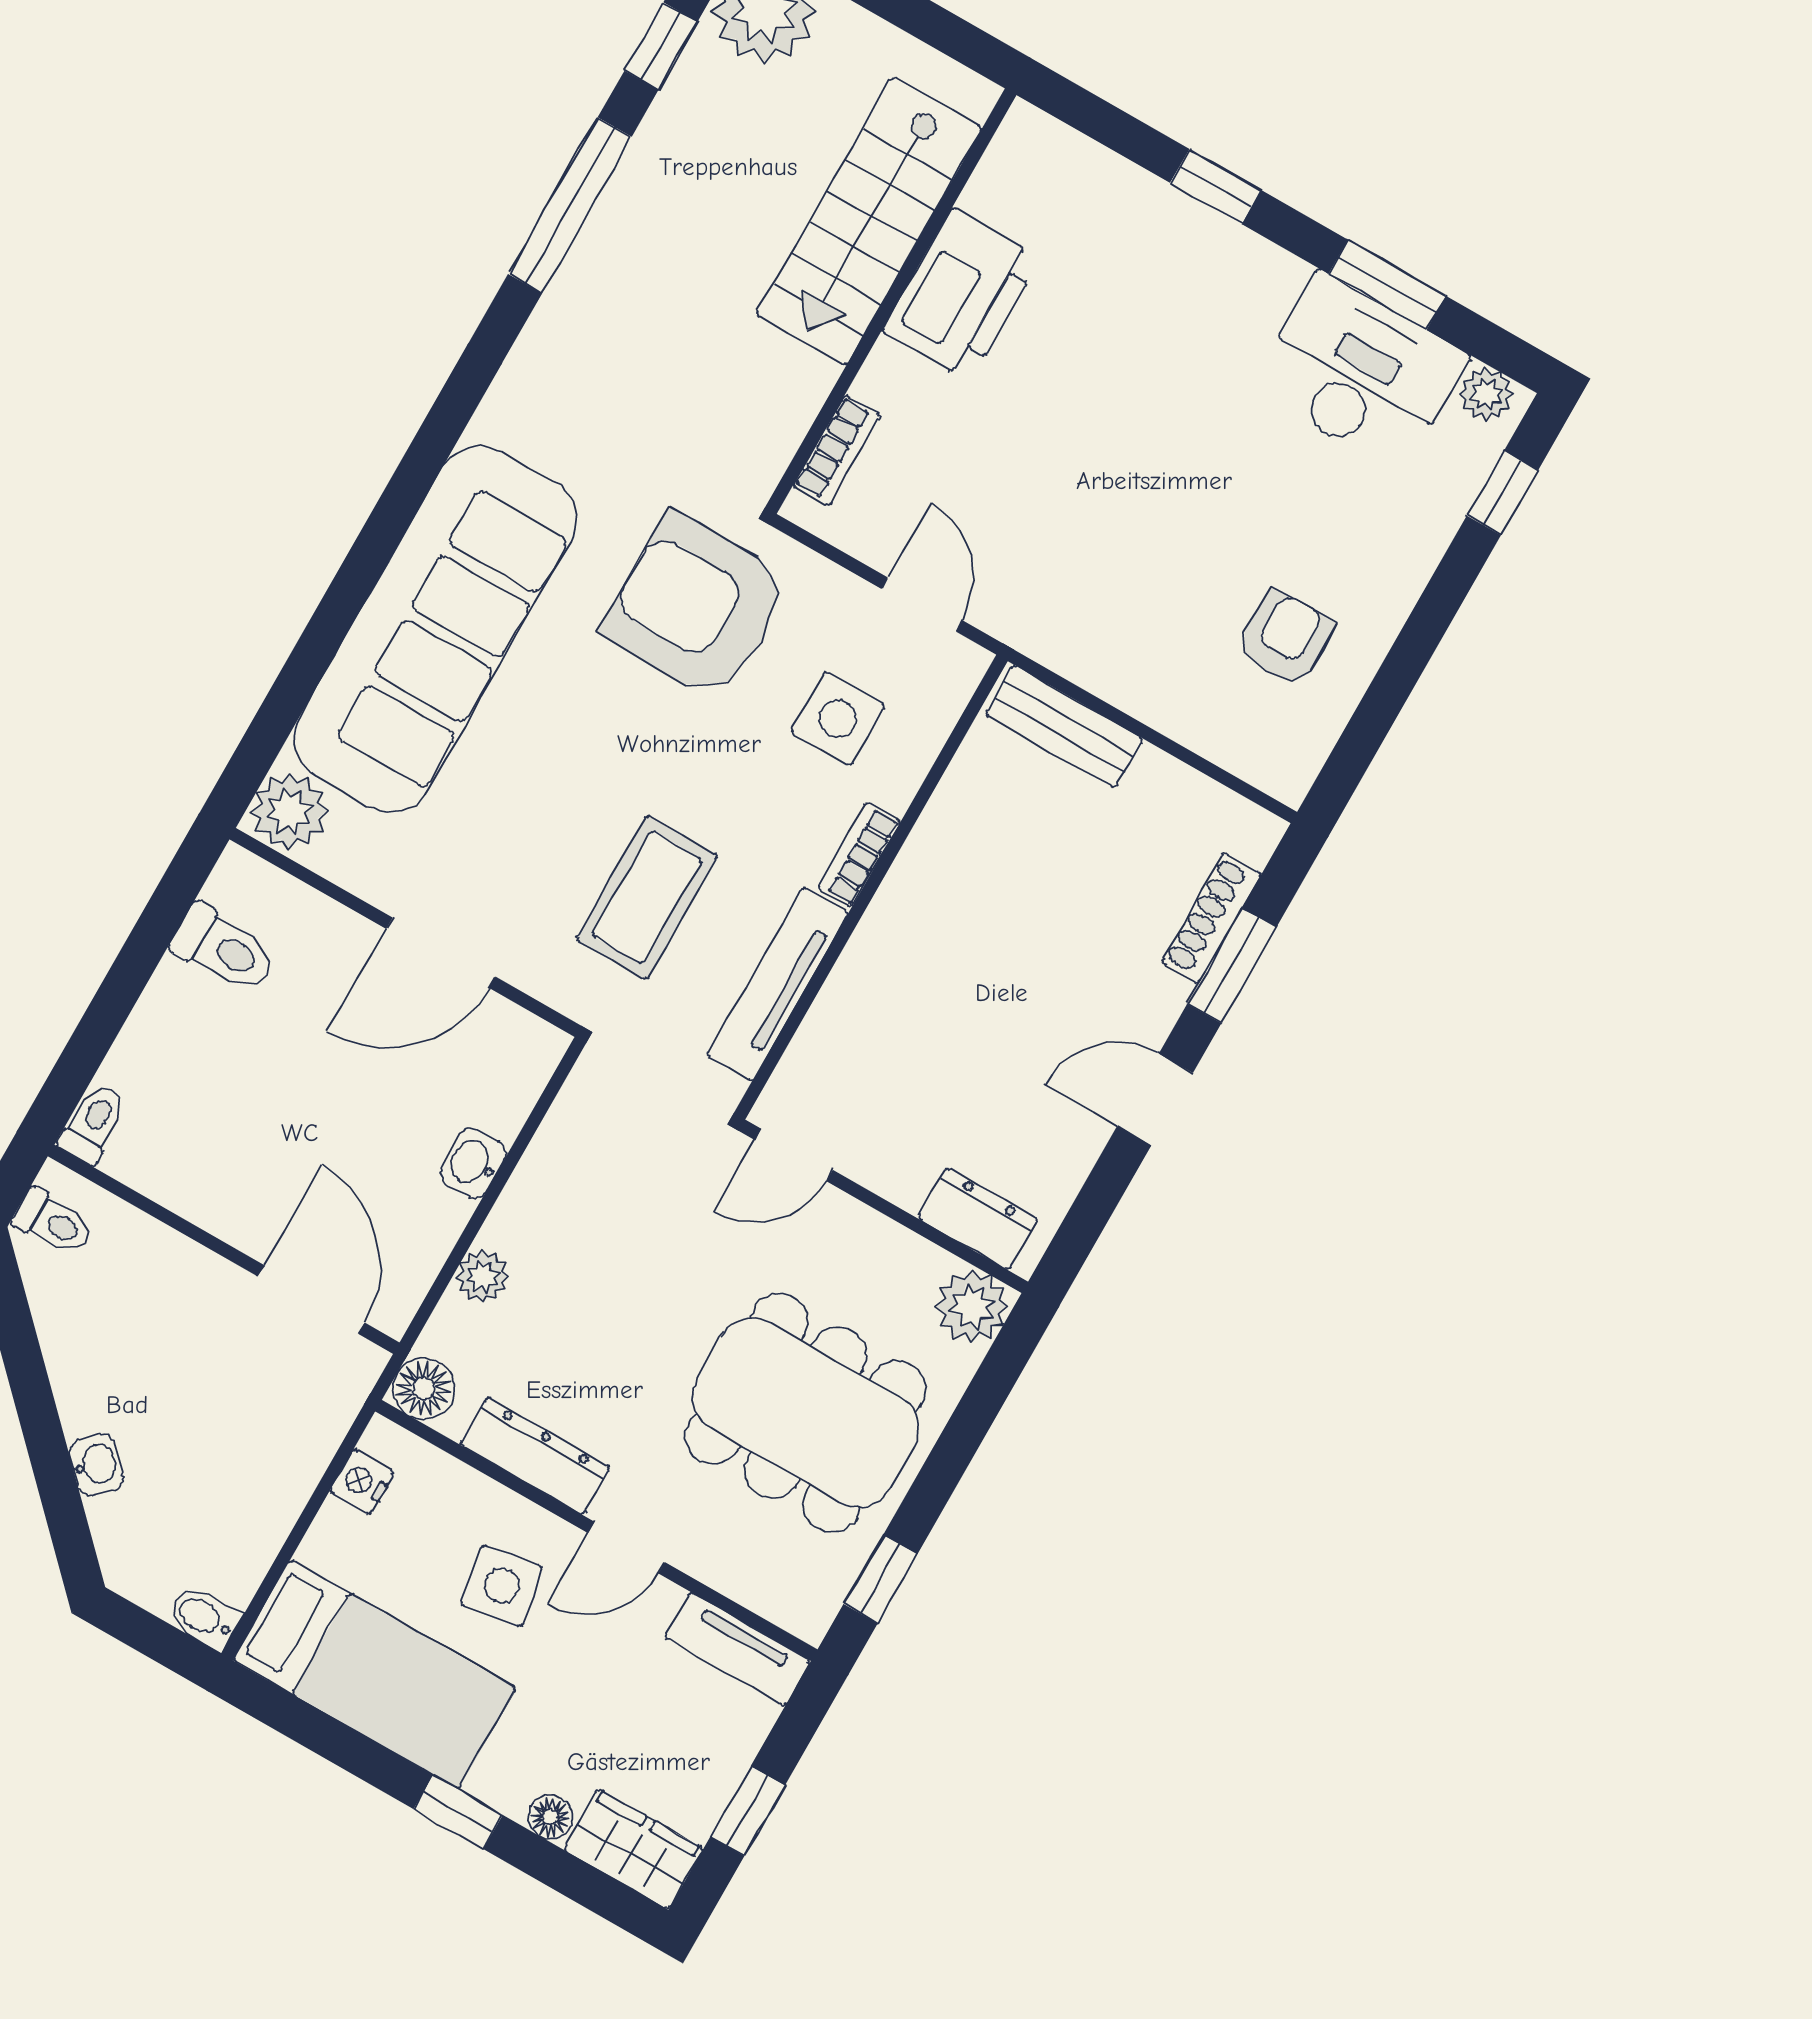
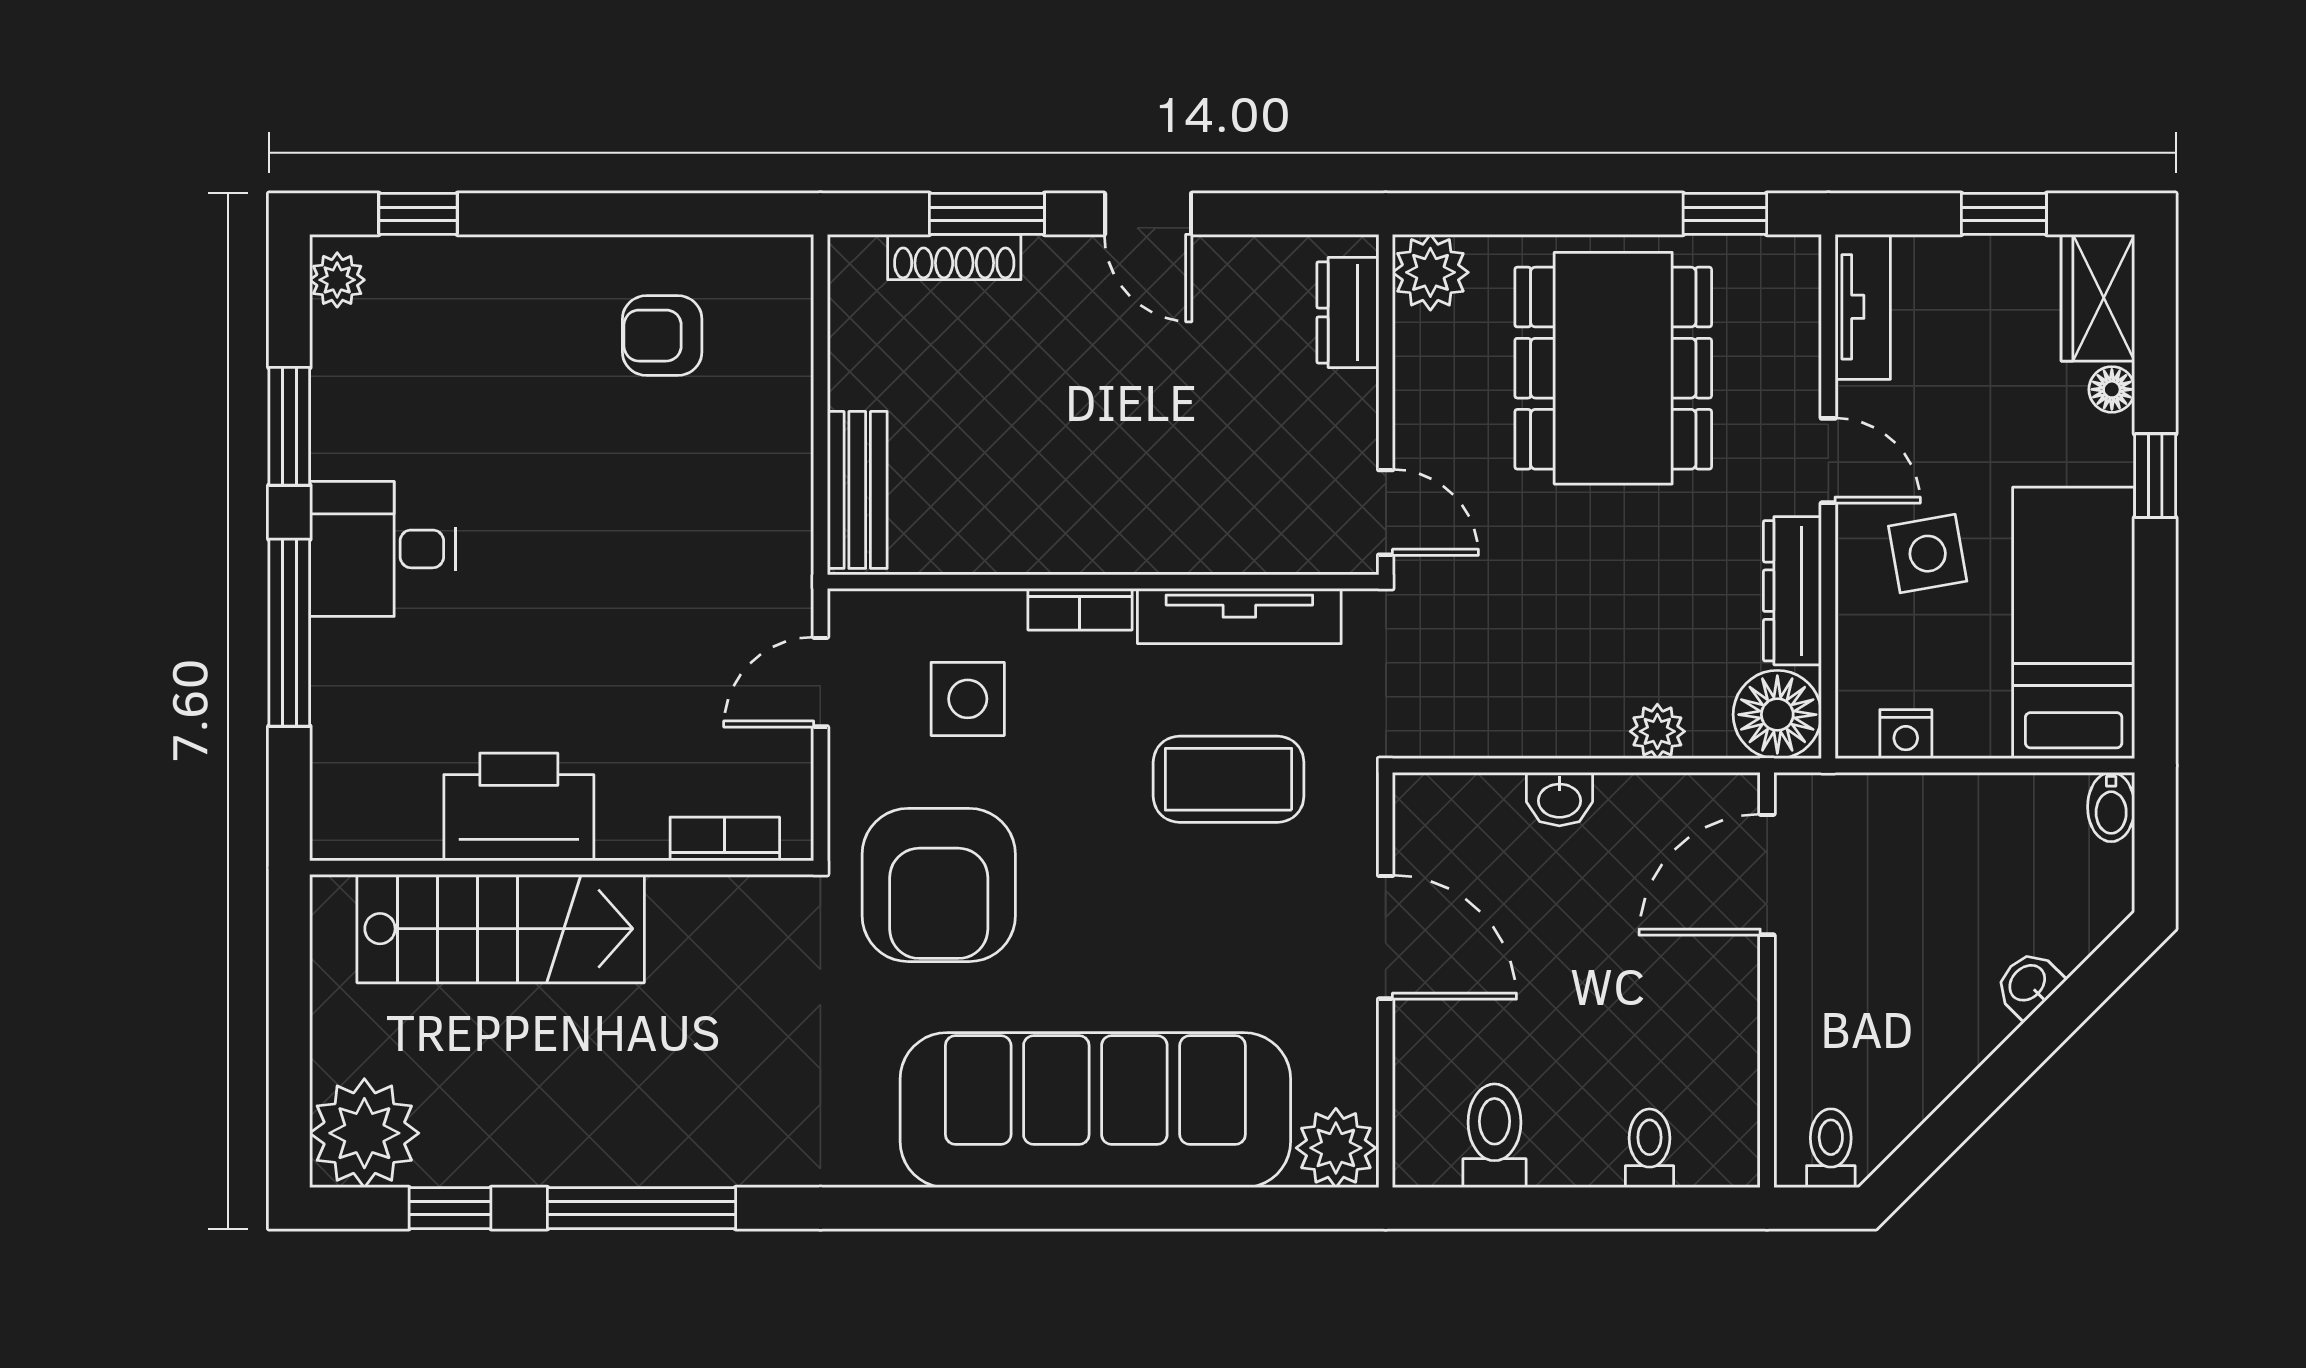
window: (1216, 187) -> (289, 633), width x2.17
desk: (1360, 372) -> (383, 549), moved, width x0.73
toilet: (93, 1124) -> (1650, 1148), moved, turned 90
floor lamp: (424, 1389) -> (1777, 715), width x1.38, depth x1.38

